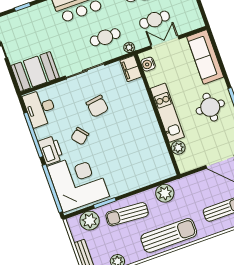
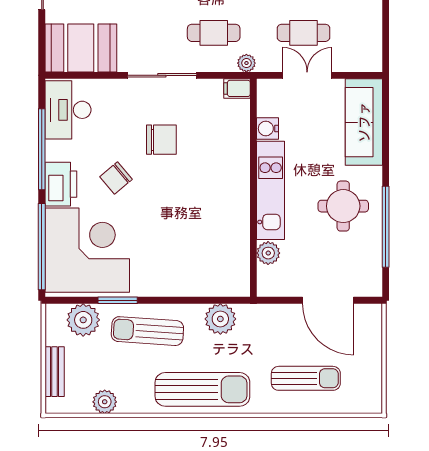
water cooler: (148, 64) -> (268, 128), moved
filing cabinet: (131, 69) -> (237, 88), width x0.50
chair: (97, 106) -> (161, 140), turned -82

